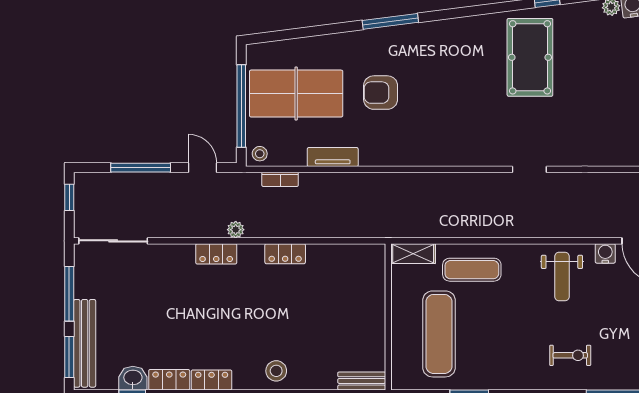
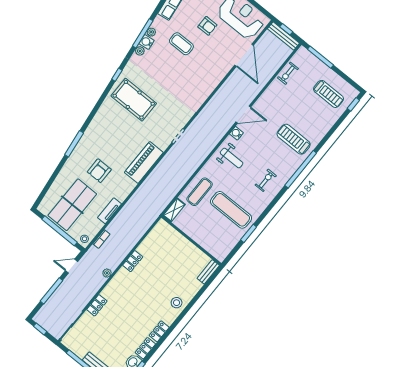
piano: (448, 150) -> (144, 162), added
locker: (216, 254) -> (97, 305), moved
exercise mat: (439, 334) -> (231, 210), moved

